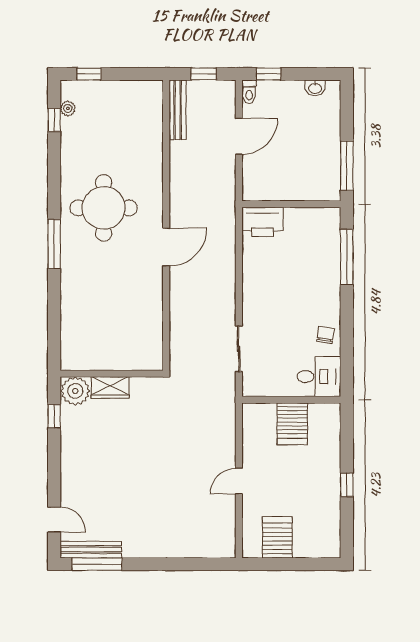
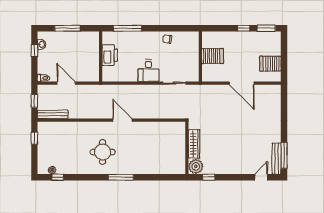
window: (89, 74) -> (34, 138), moved
window: (269, 74) -> (34, 51), moved
window: (347, 166) -> (67, 28), moved
round table: (104, 208) -> (103, 152), width x0.73, depth x0.73
printer: (262, 222) -> (110, 55), moved
desk: (319, 377) -> (148, 71), moved, turned 180
wardrobe: (110, 387) -> (194, 144), width x1.50
door: (239, 481) -> (242, 83), width x1.88
window: (347, 529) -> (266, 28), added

